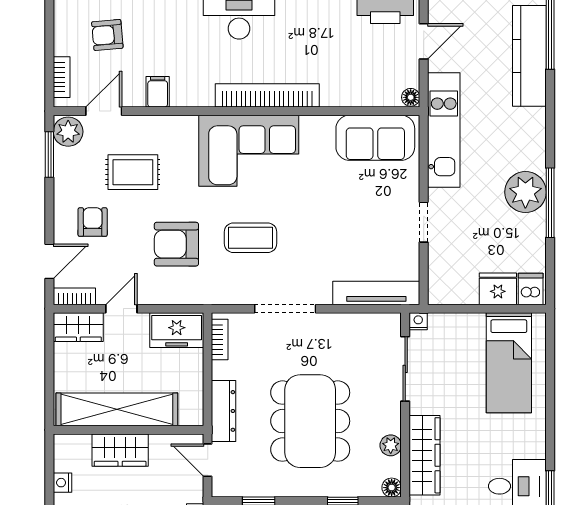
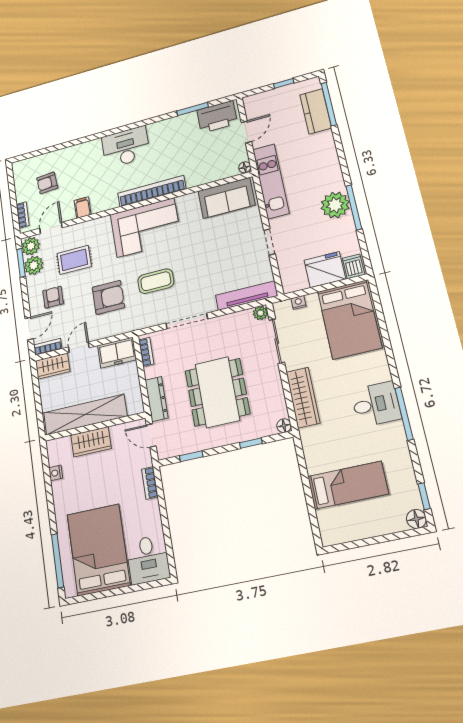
kitchen counter: (529, 56) -> (316, 111), width x0.67
plant: (69, 164) -> (34, 265), added
armchair: (176, 244) -> (108, 297), turned 180
fridge: (498, 289) -> (325, 270), width x1.36, depth x1.34
nightstand: (418, 321) -> (298, 302), moved
bed: (509, 363) -> (350, 319), width x1.50
plant: (391, 445) -> (260, 313), moved

